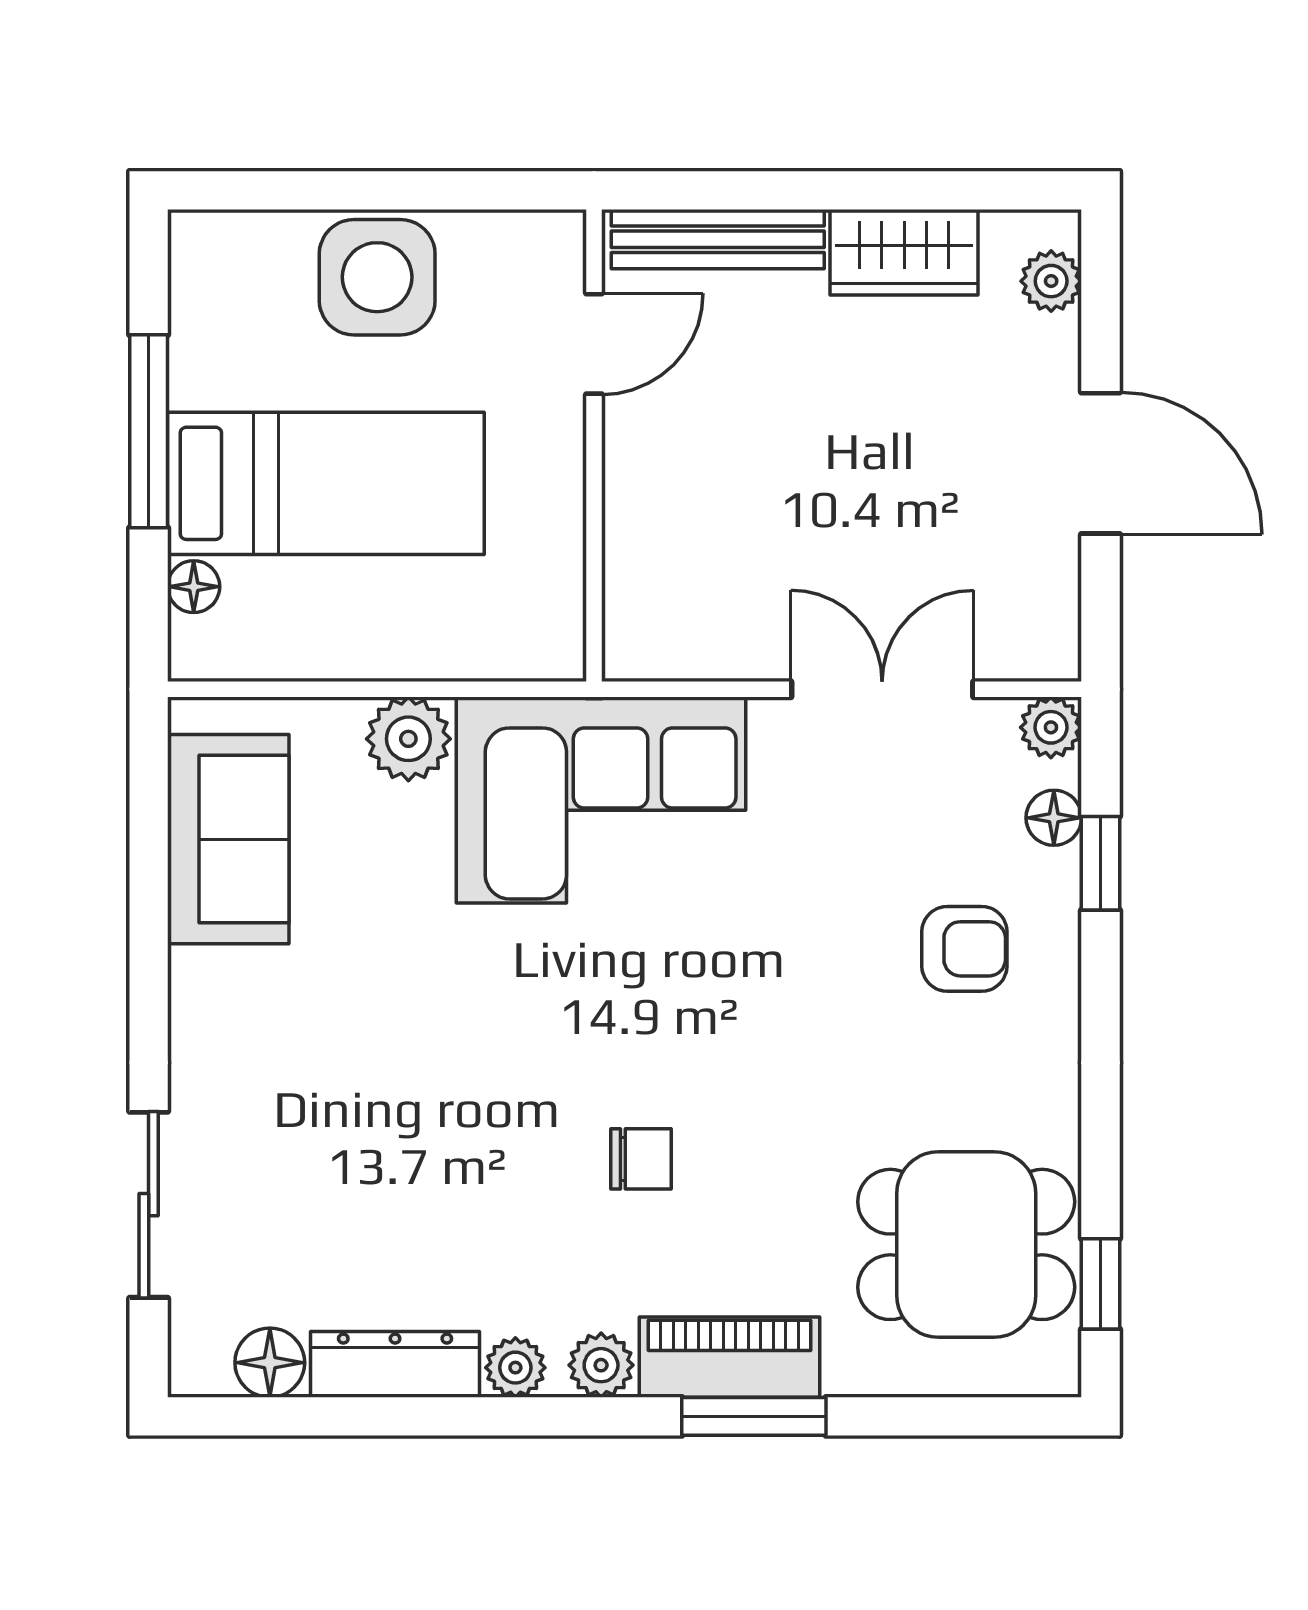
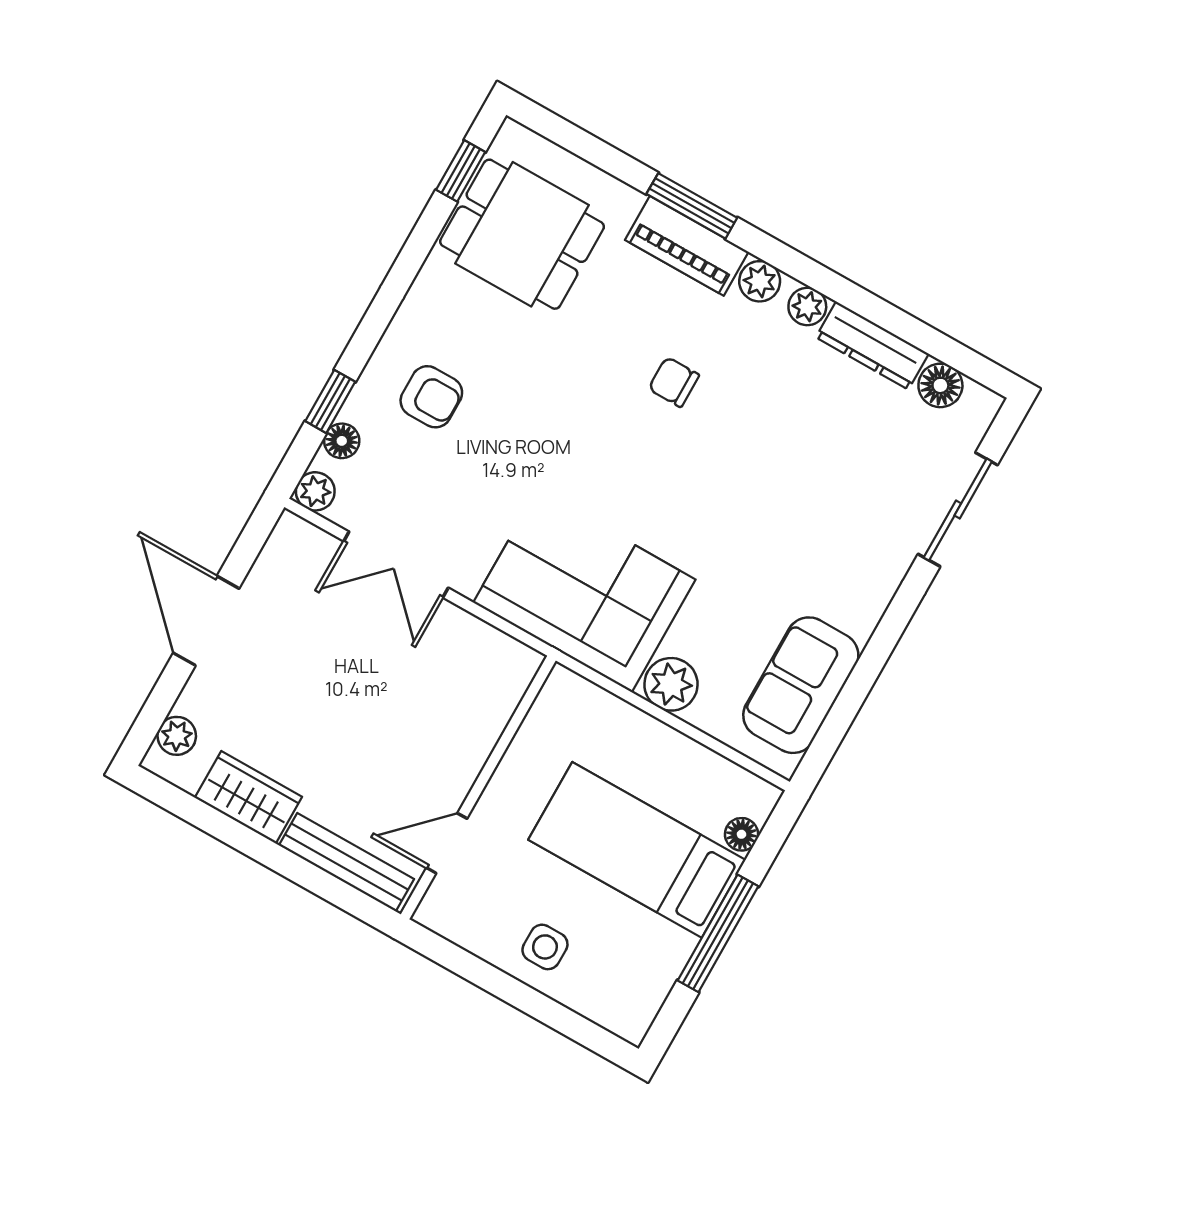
side table: (377, 277) -> (545, 947), width x0.54, depth x0.54
armchair: (964, 949) -> (431, 397), turned 180

